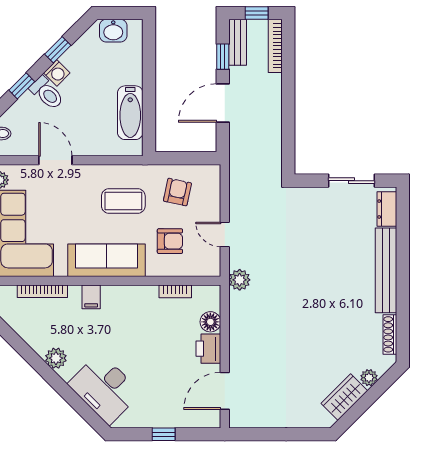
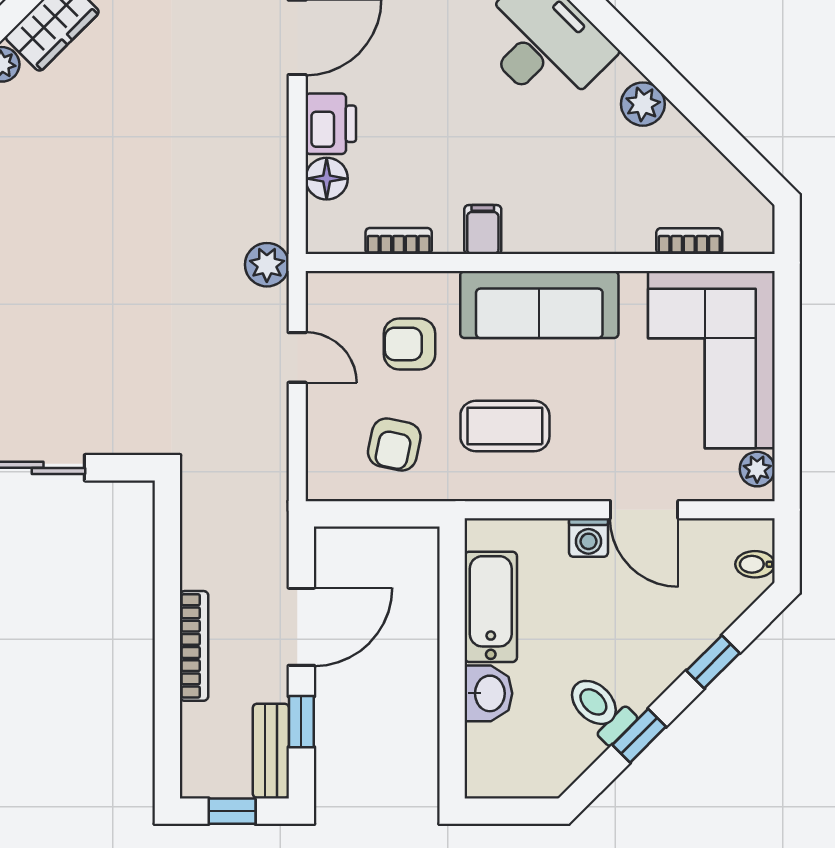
washbasin: (113, 31) -> (488, 693), moved, turned 90
bookcase: (275, 46) -> (194, 646), moved
washing machine: (57, 73) -> (589, 537), moved, turned -135
toilet: (47, 93) -> (600, 709), moved
bookcase: (42, 291) -> (689, 241), width x0.64
filing cabinet: (91, 297) -> (483, 230), moved

